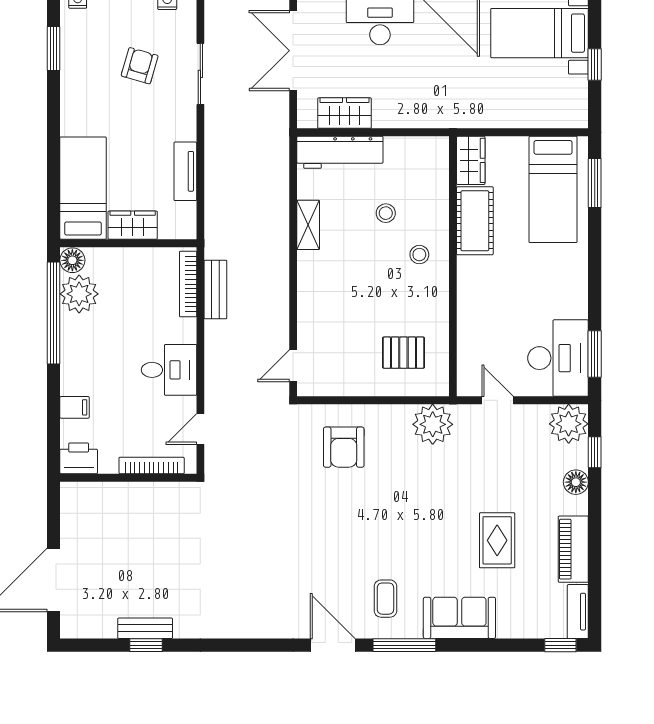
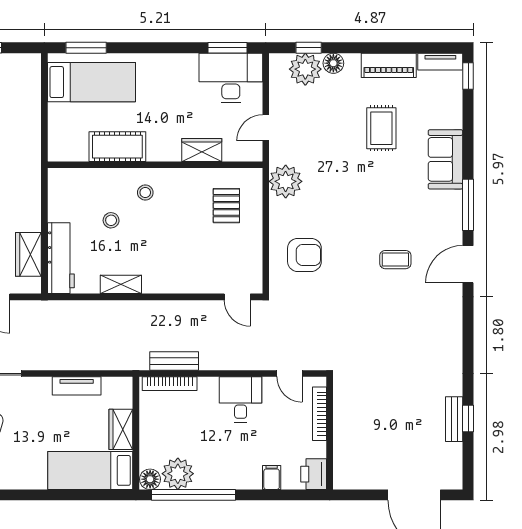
wardrobe: (471, 160) -> (202, 150), moved
plant: (569, 424) -> (305, 69), moved
rug: (497, 540) -> (381, 128), turned 90
coffee table: (385, 599) -> (395, 260), moved

